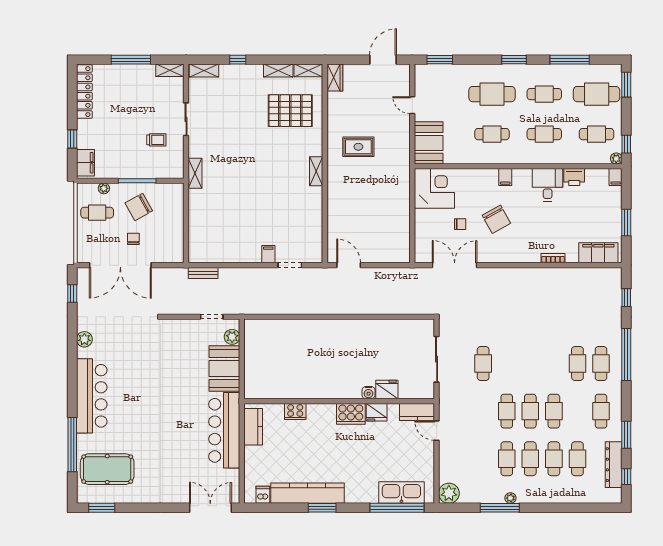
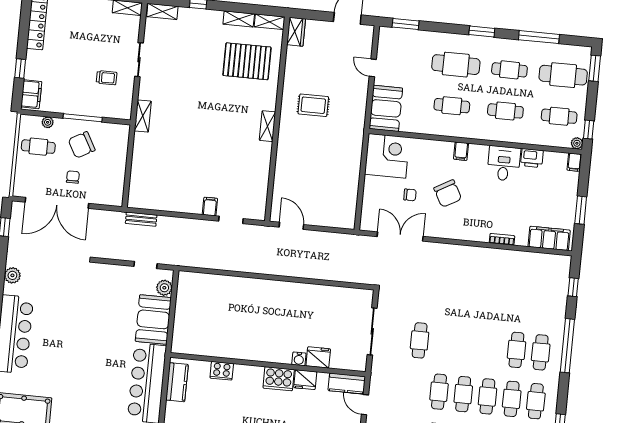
cafe table: (577, 411) -> (512, 399), added

